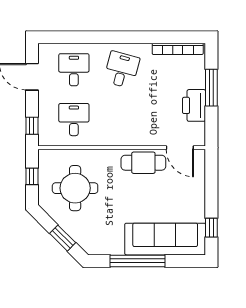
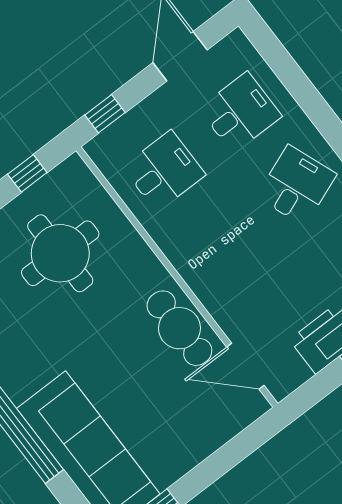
desk: (122, 70) -> (296, 185), turned -36
door: (180, 148) -> (245, 366), hinge flipped

